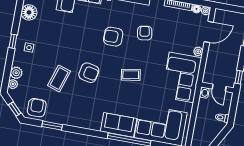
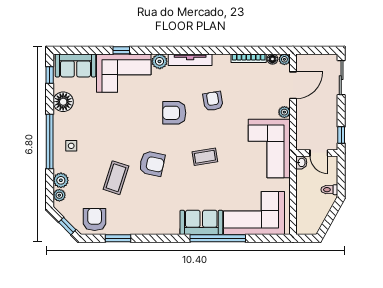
window: (13, 41) -> (50, 141), width x3.17

